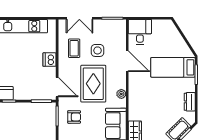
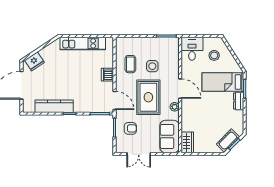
double door: (79, 18) -> (135, 36), removed
stool: (164, 39) -> (214, 55), added
door: (127, 61) -> (180, 89), moved
dresser: (190, 102) -> (239, 101), moved

